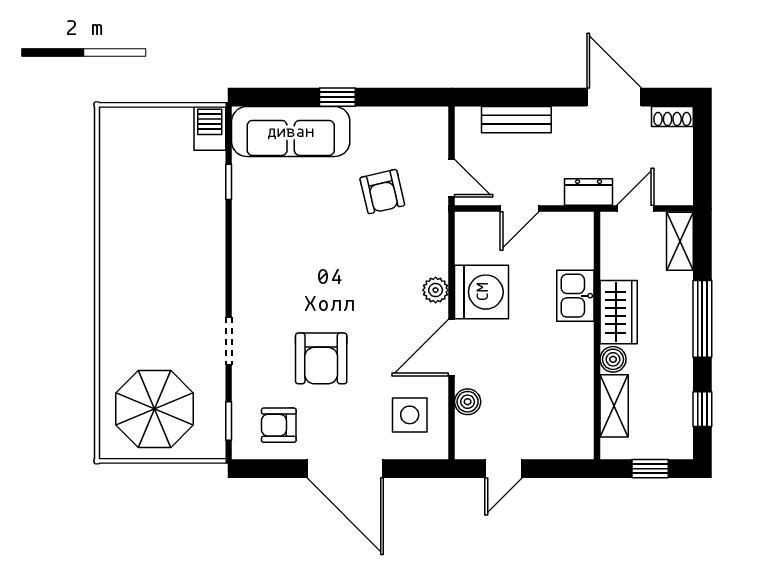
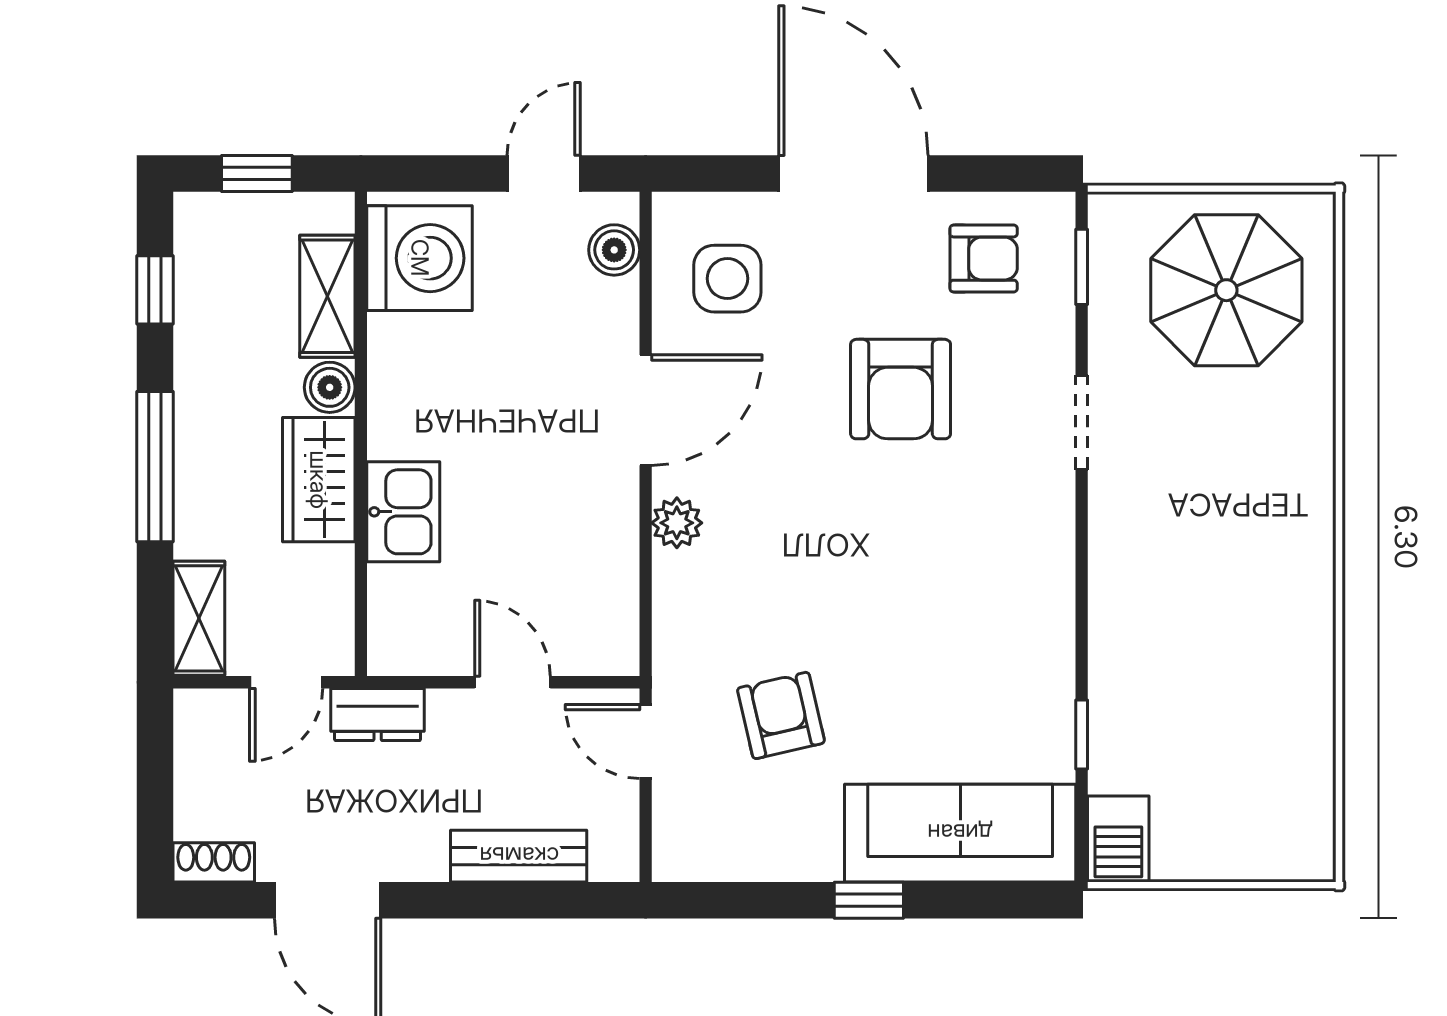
door: (520, 209) -> (512, 682), hinge flipped
washing machine: (482, 292) -> (420, 258), moved, turned 180
armchair: (321, 358) -> (901, 389), turned 180
boiler: (468, 402) -> (614, 250), moved

